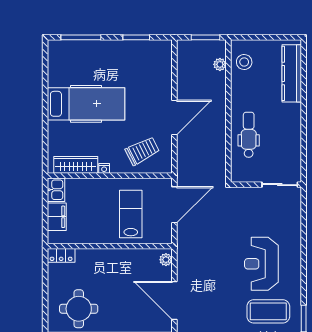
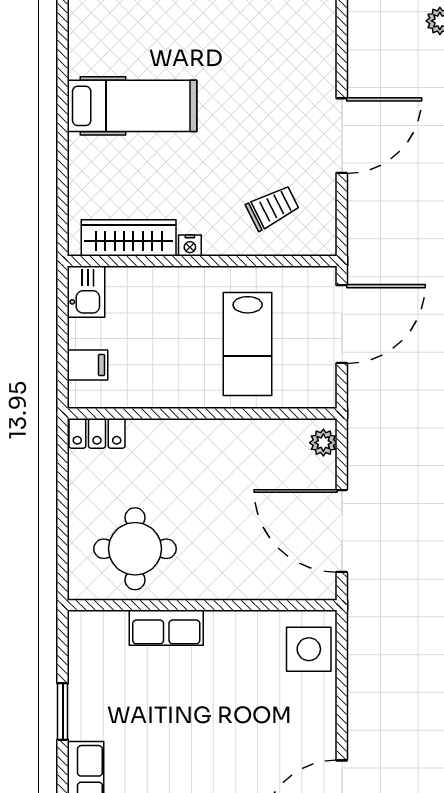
hospital bed: (86, 104) -> (132, 106), width x0.73, depth x0.78
trolley: (142, 151) -> (273, 208), width x0.73, depth x0.72
lab bench: (131, 214) -> (248, 344), turned 180
filing cabinet: (57, 217) -> (88, 365), width x0.50

